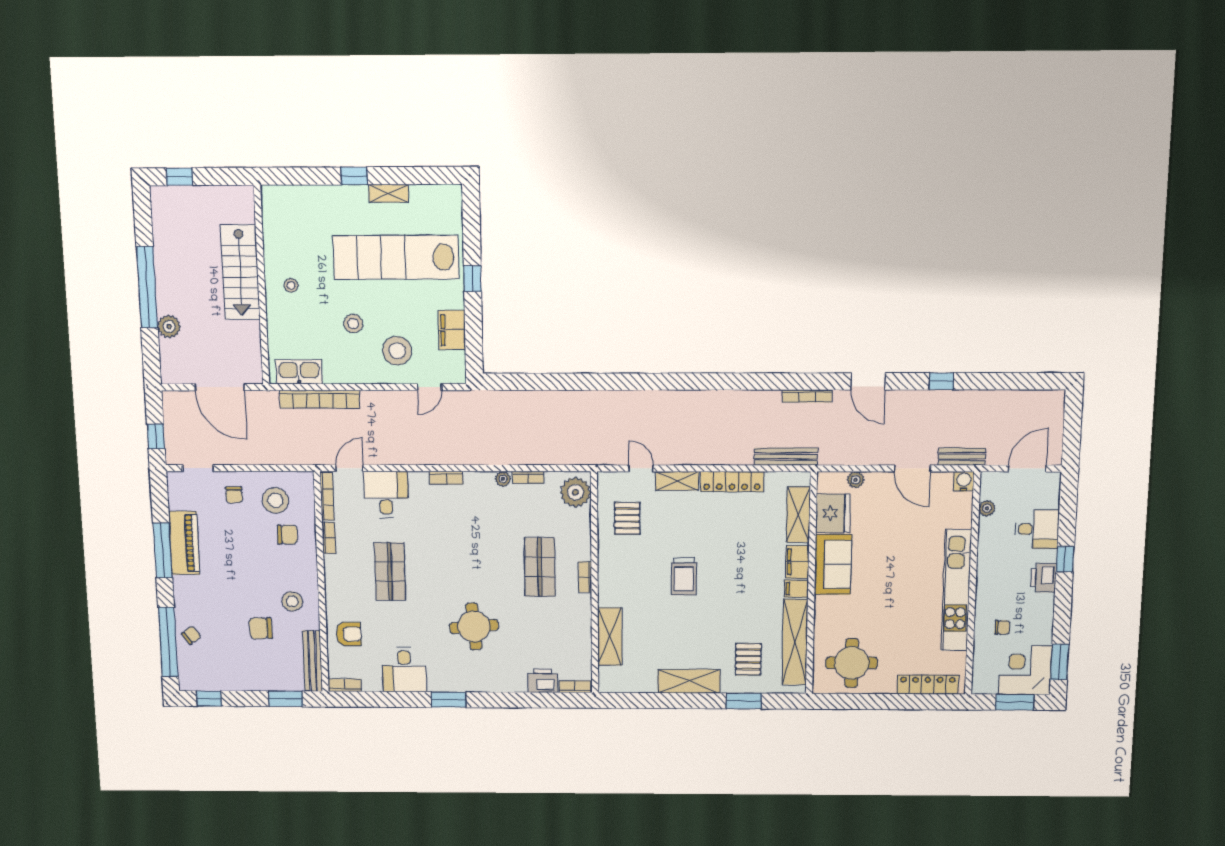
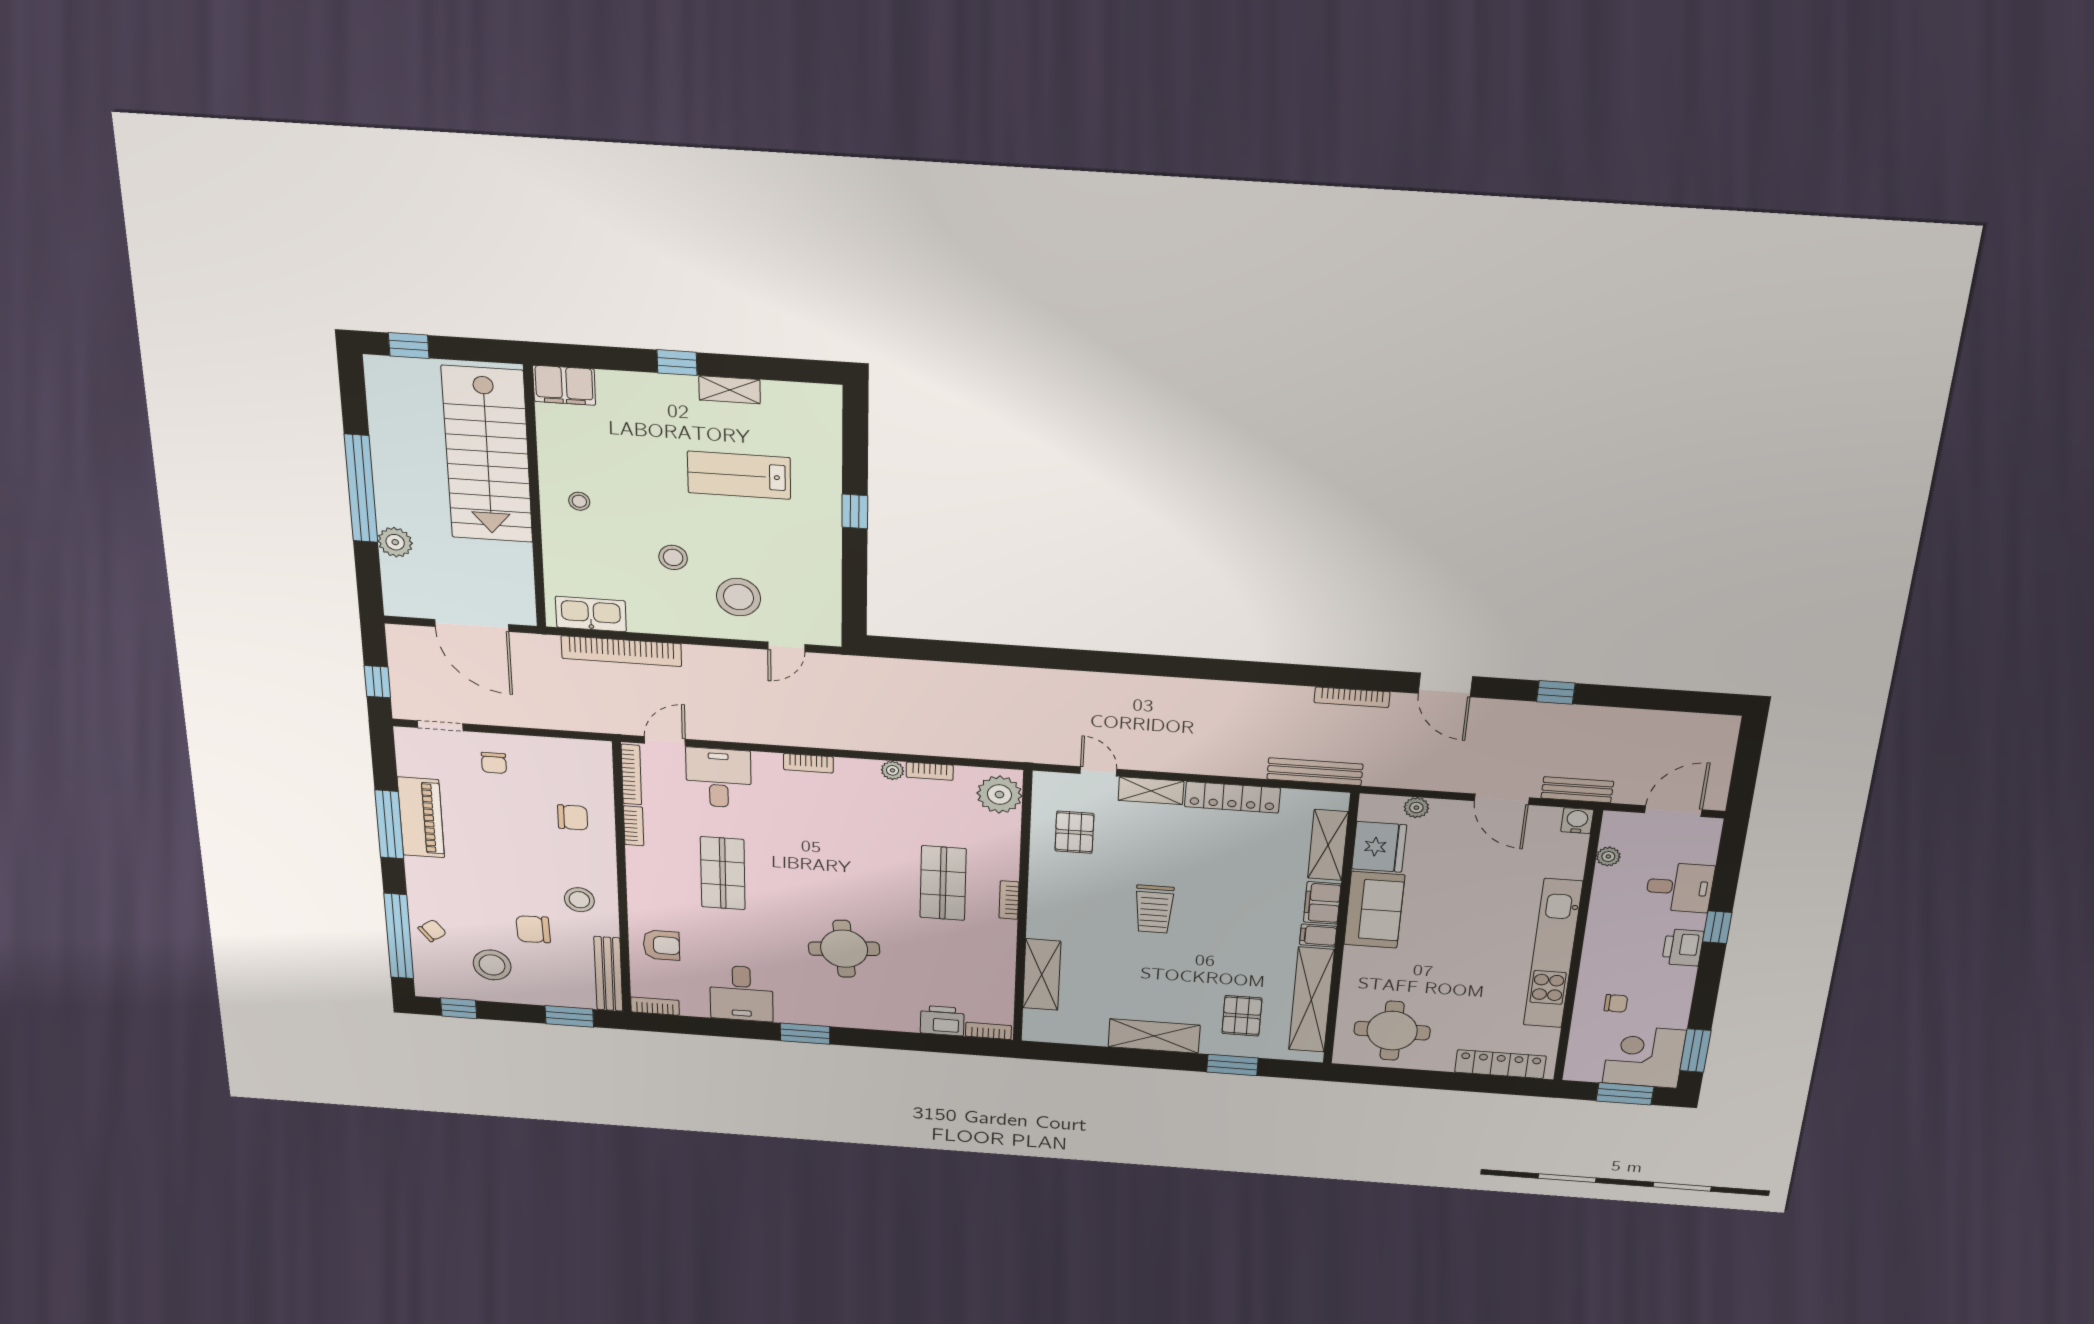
lab bench: (396, 257) -> (739, 475), width x0.54, depth x0.72
stairs: (240, 272) -> (487, 455), width x1.36, depth x1.51
filing cabinet: (452, 330) -> (564, 385), moved, turned -90
stool: (275, 500) -> (492, 965), moved

